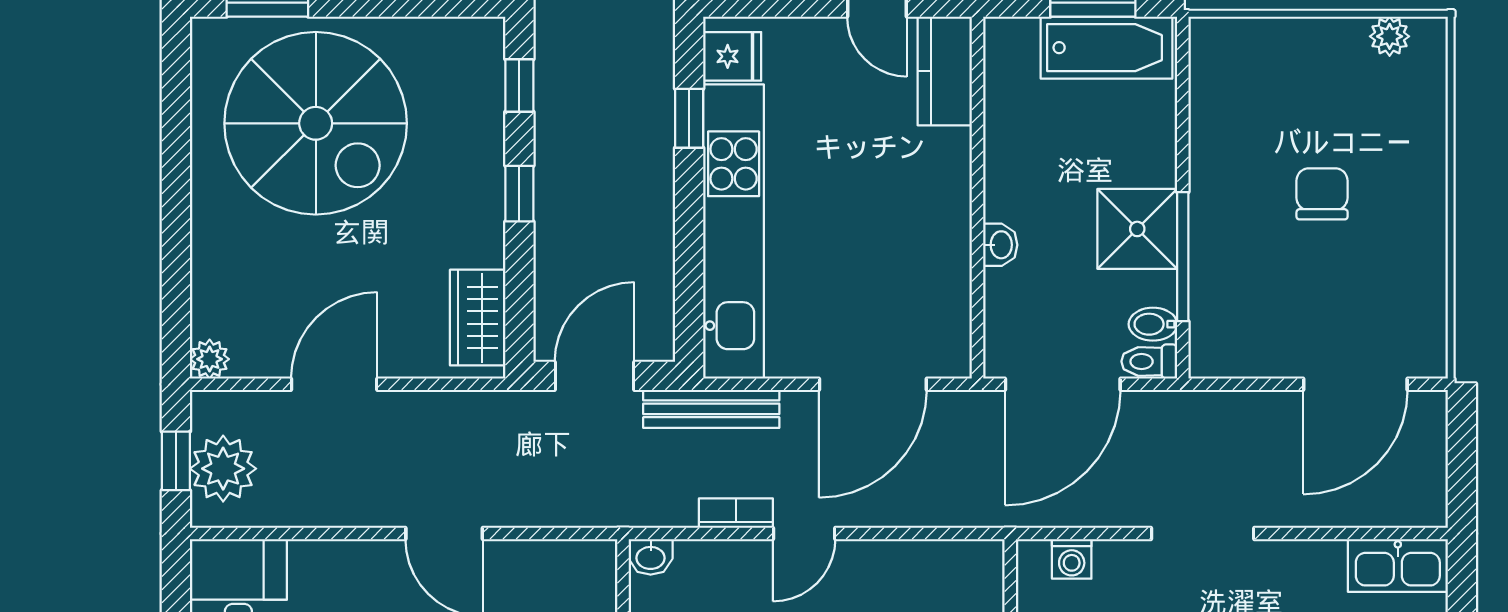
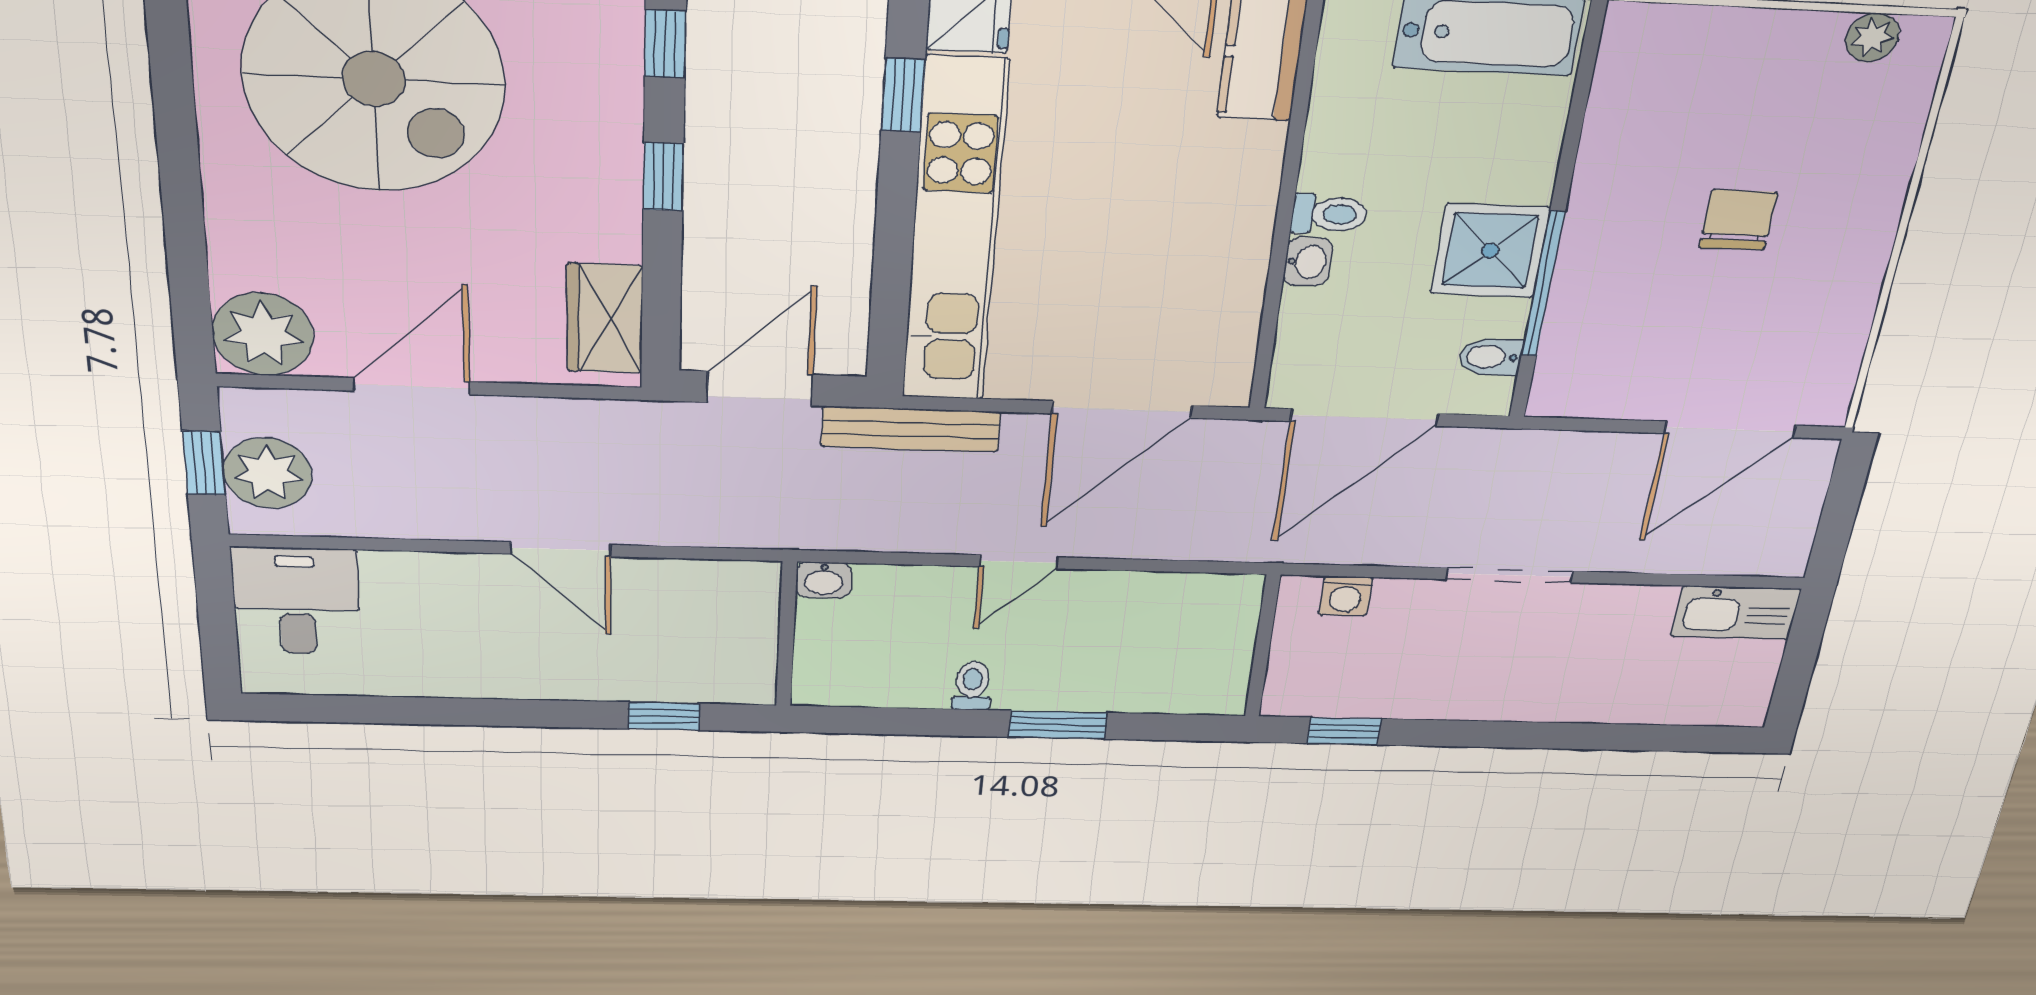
plant: (210, 359) -> (263, 334), width x1.88, depth x1.88
toilet: (1149, 361) -> (1329, 214), moved, turned 180
bookcase: (736, 513) -> (934, 539), removed

